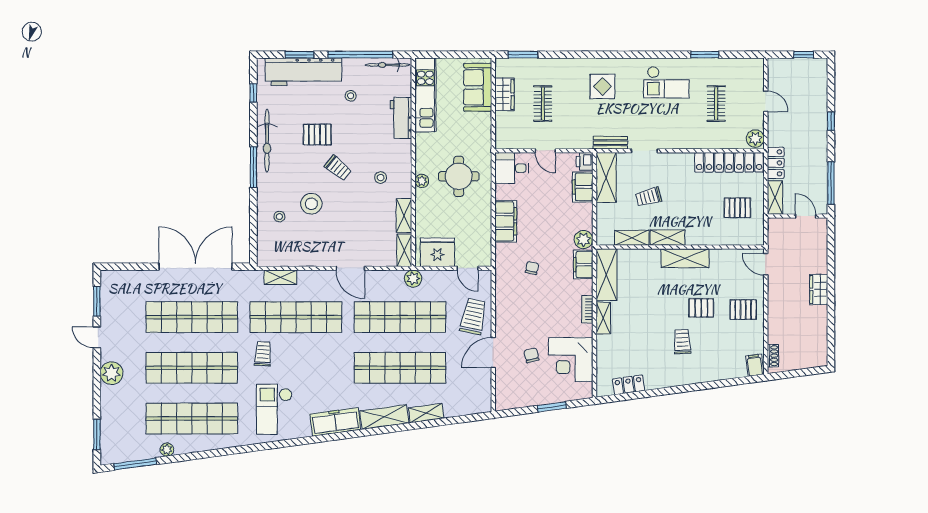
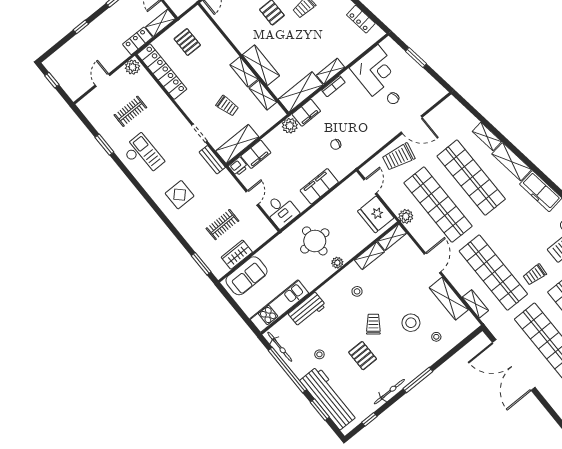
bicycle: (267, 141) -> (389, 392), width x0.73, depth x0.71
shelving: (305, 257) -> (449, 299), added
shelving: (685, 258) -> (261, 65), moved

